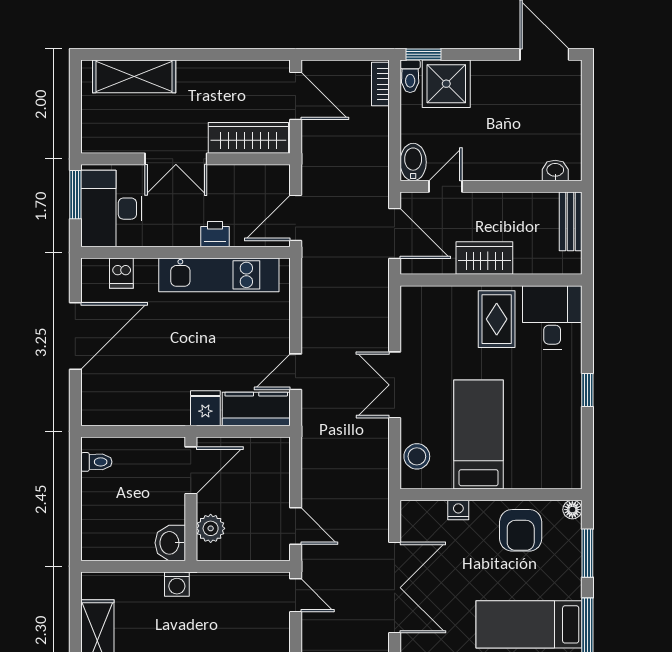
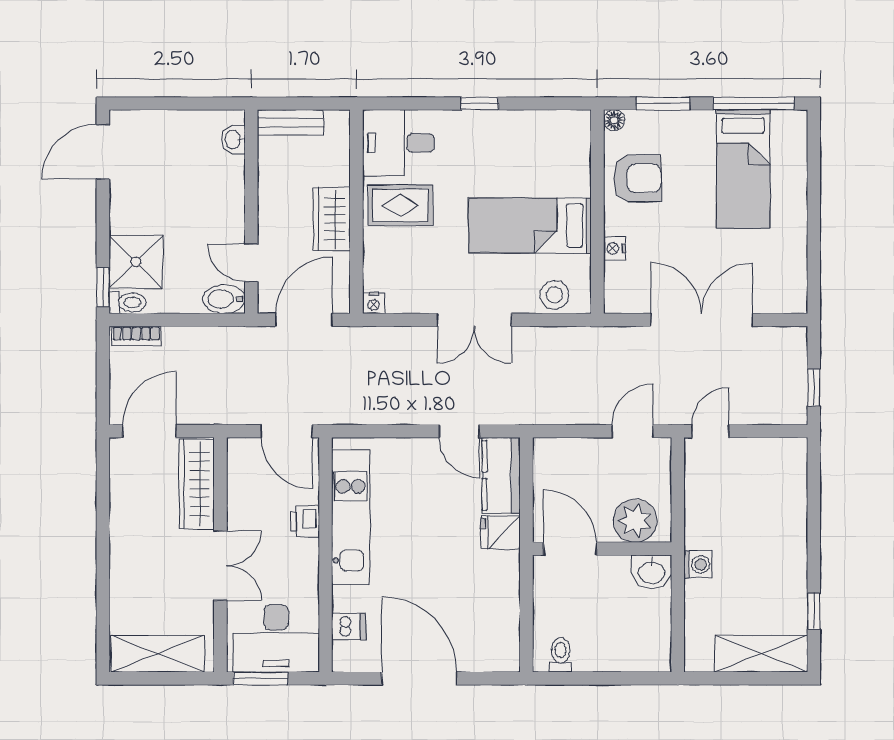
shelving: (134, 76) -> (158, 654), moved, turned 90
nightstand: (409, 295) -> (374, 303), added
plant: (211, 528) -> (635, 521), width x1.36, depth x1.36

